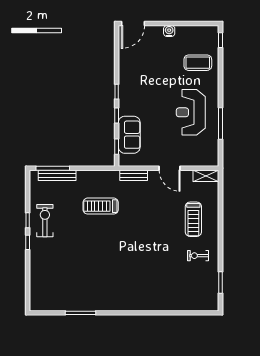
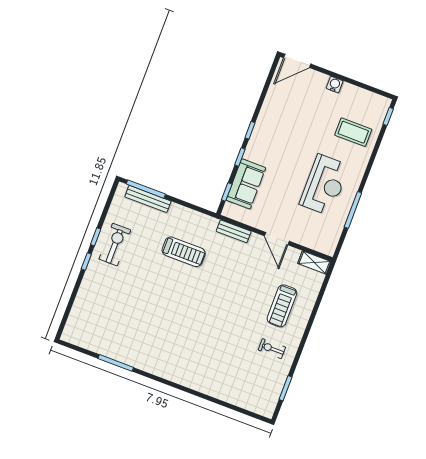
reception desk: (191, 112) -> (324, 185), turned 180
treadmill: (101, 206) -> (184, 252), turned 180

